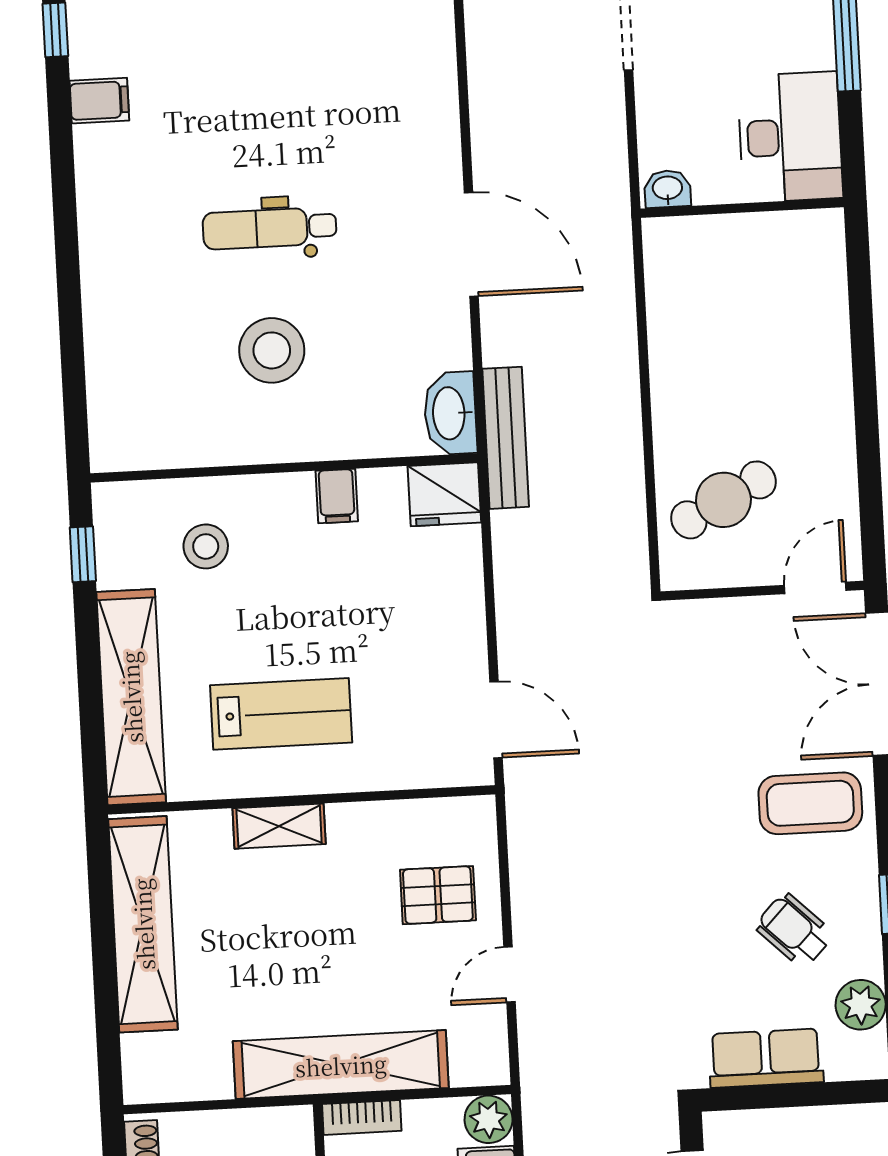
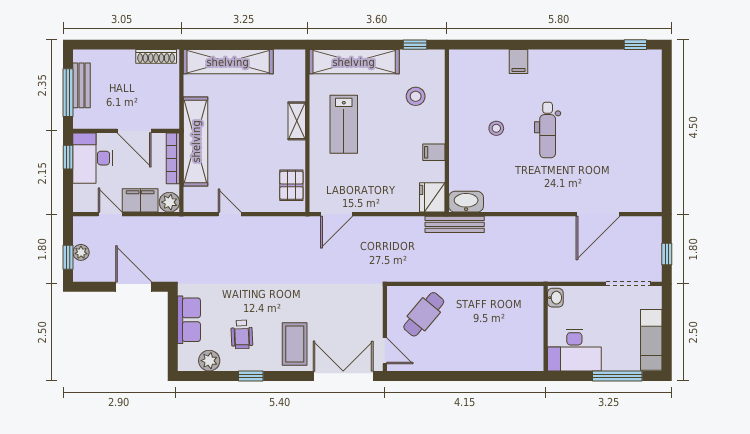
filing cabinet: (99, 101) -> (518, 62), moved
dental chair: (270, 228) -> (548, 130), turned 180
door: (471, 244) -> (598, 214), moved
stool: (272, 350) -> (496, 128), width x0.53, depth x0.53
cafe table: (723, 500) -> (424, 314), turned 67
pallet: (438, 895) -> (291, 185), moved
shelving: (143, 924) -> (228, 62), moved
wheelchair: (794, 930) -> (242, 334), turned 134
bookcase: (362, 1117) -> (173, 158), width x1.56

